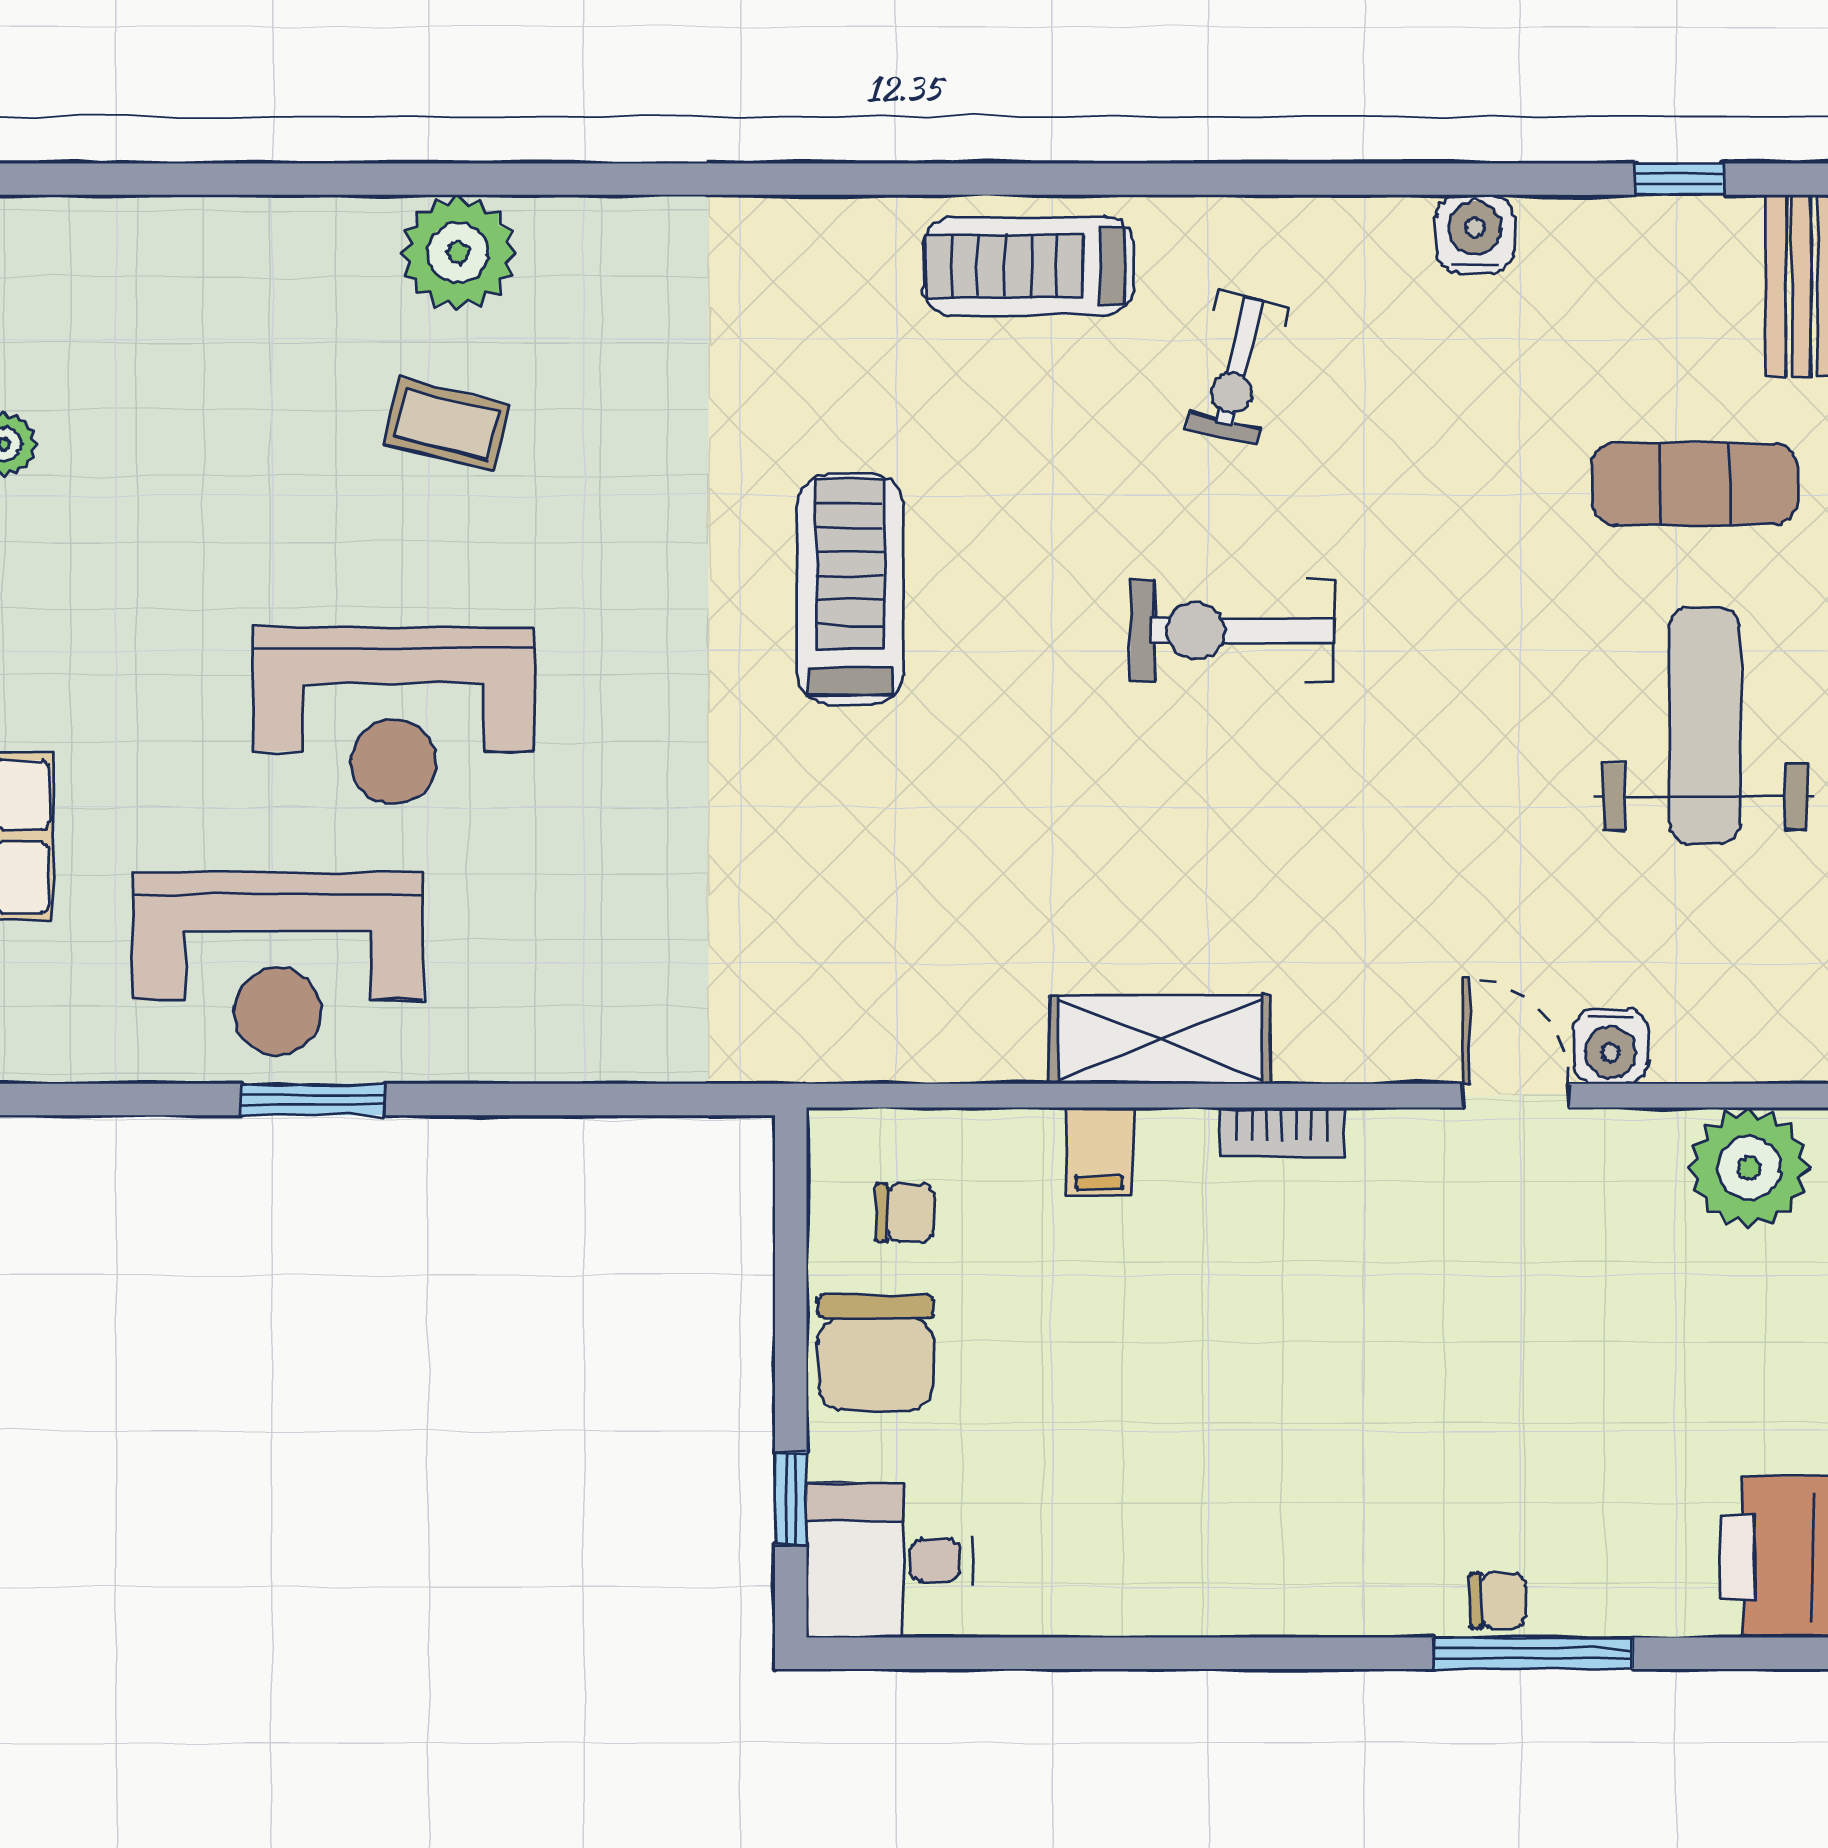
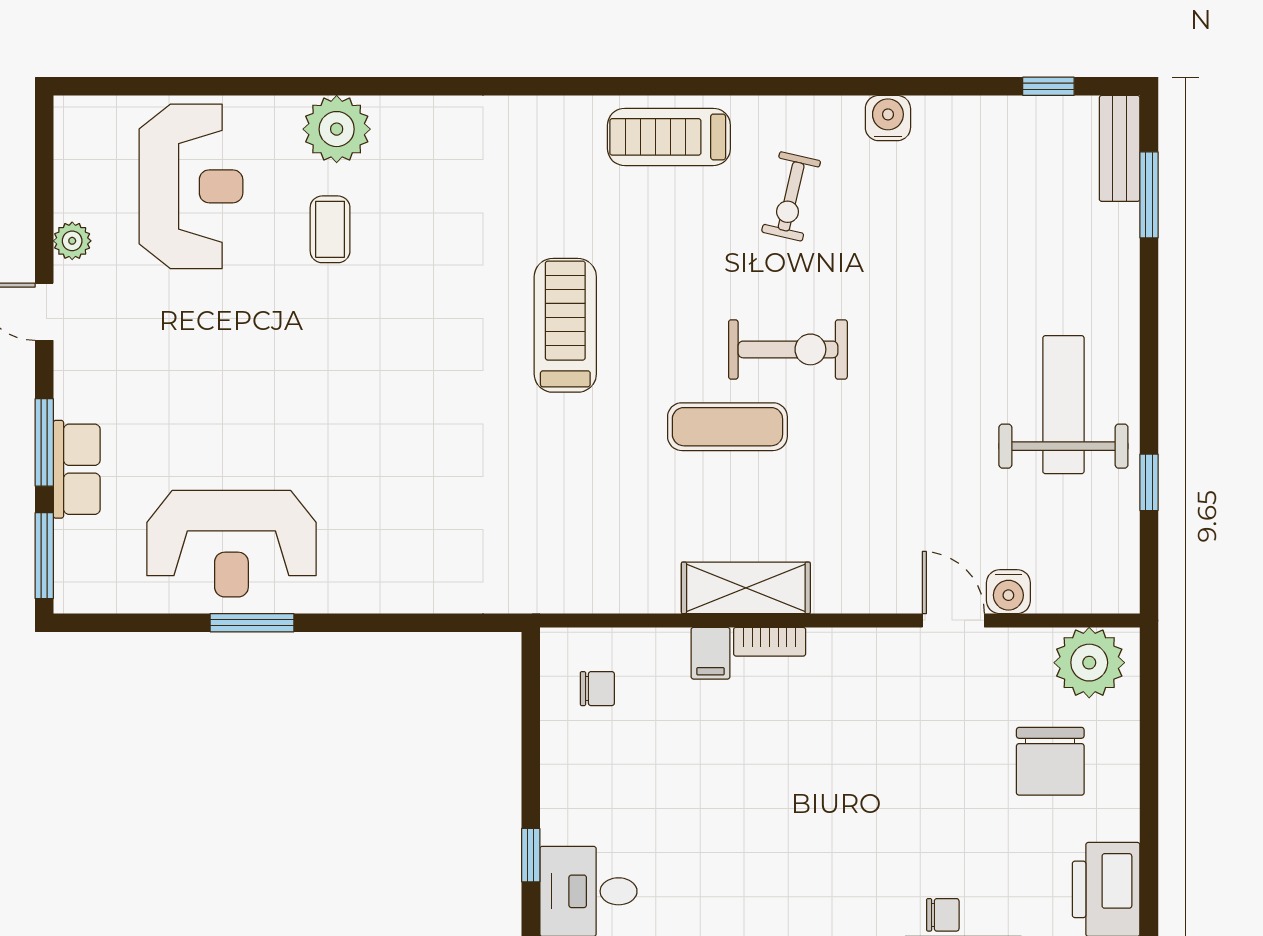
water cooler: (1475, 234) -> (888, 118), moved
coffee table: (447, 425) -> (330, 229), turned 76
exercise mat: (1694, 484) -> (727, 427), moved
exercise bike: (1232, 631) -> (788, 349), turned 180
reception desk: (394, 716) -> (191, 186), moved, turned -90
bookcase: (1282, 1132) -> (770, 642), moved
chair: (876, 1353) -> (1050, 761), moved

